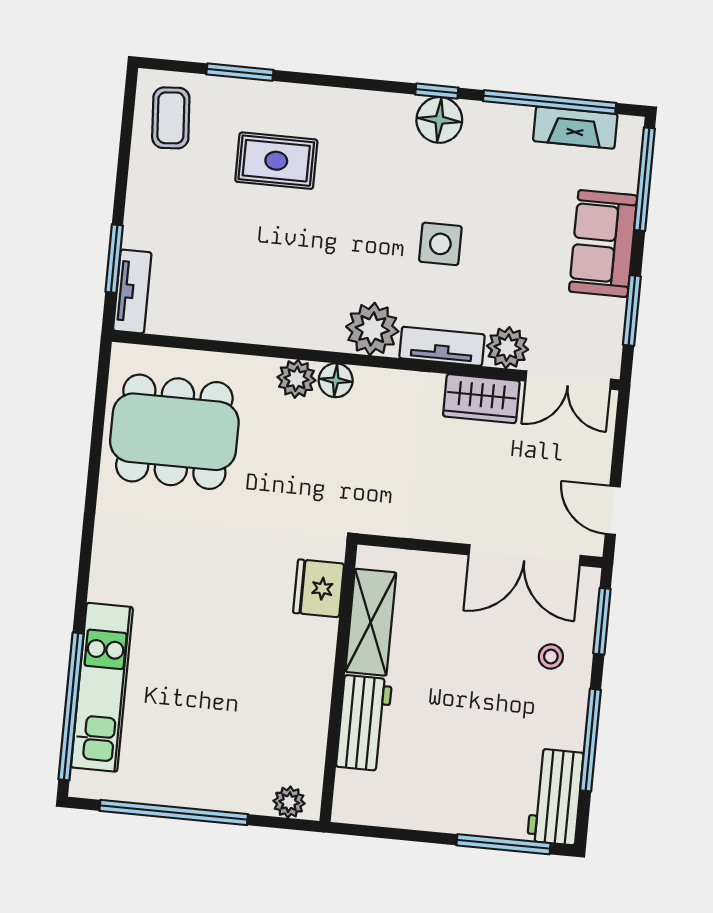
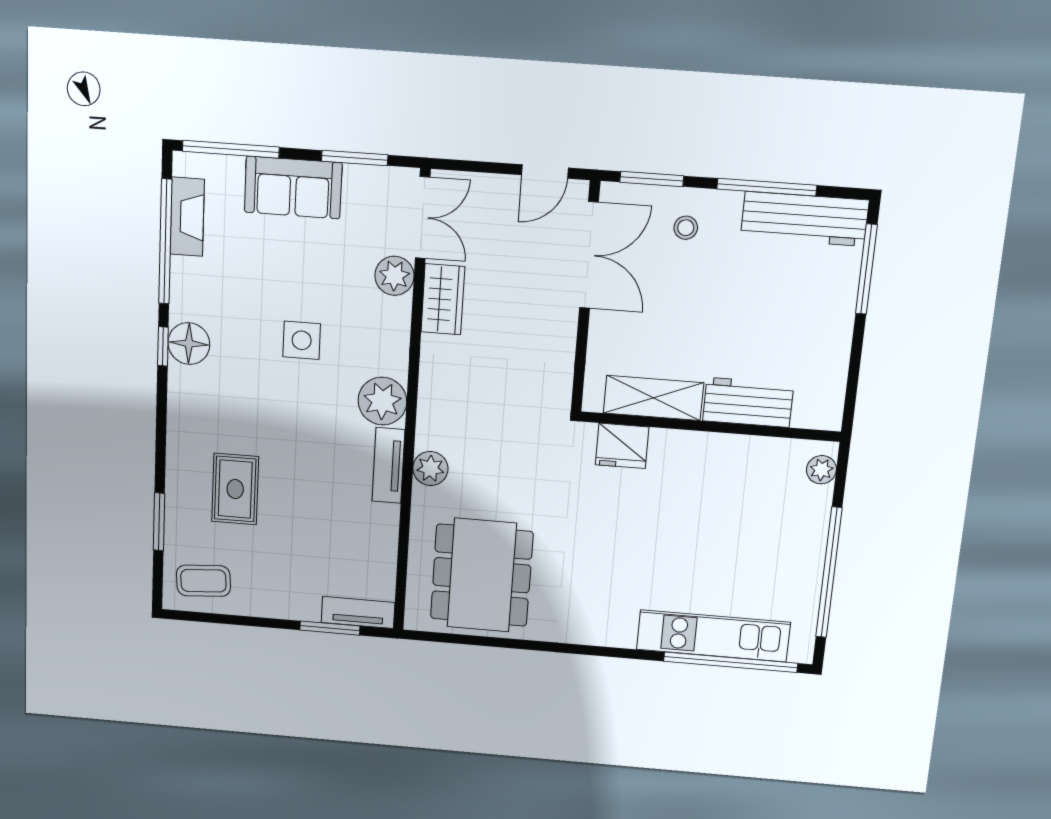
tv unit: (442, 346) -> (388, 465), moved
floor lamp: (336, 380) -> (431, 433), removed
workbench: (555, 797) -> (805, 219), width x1.38

